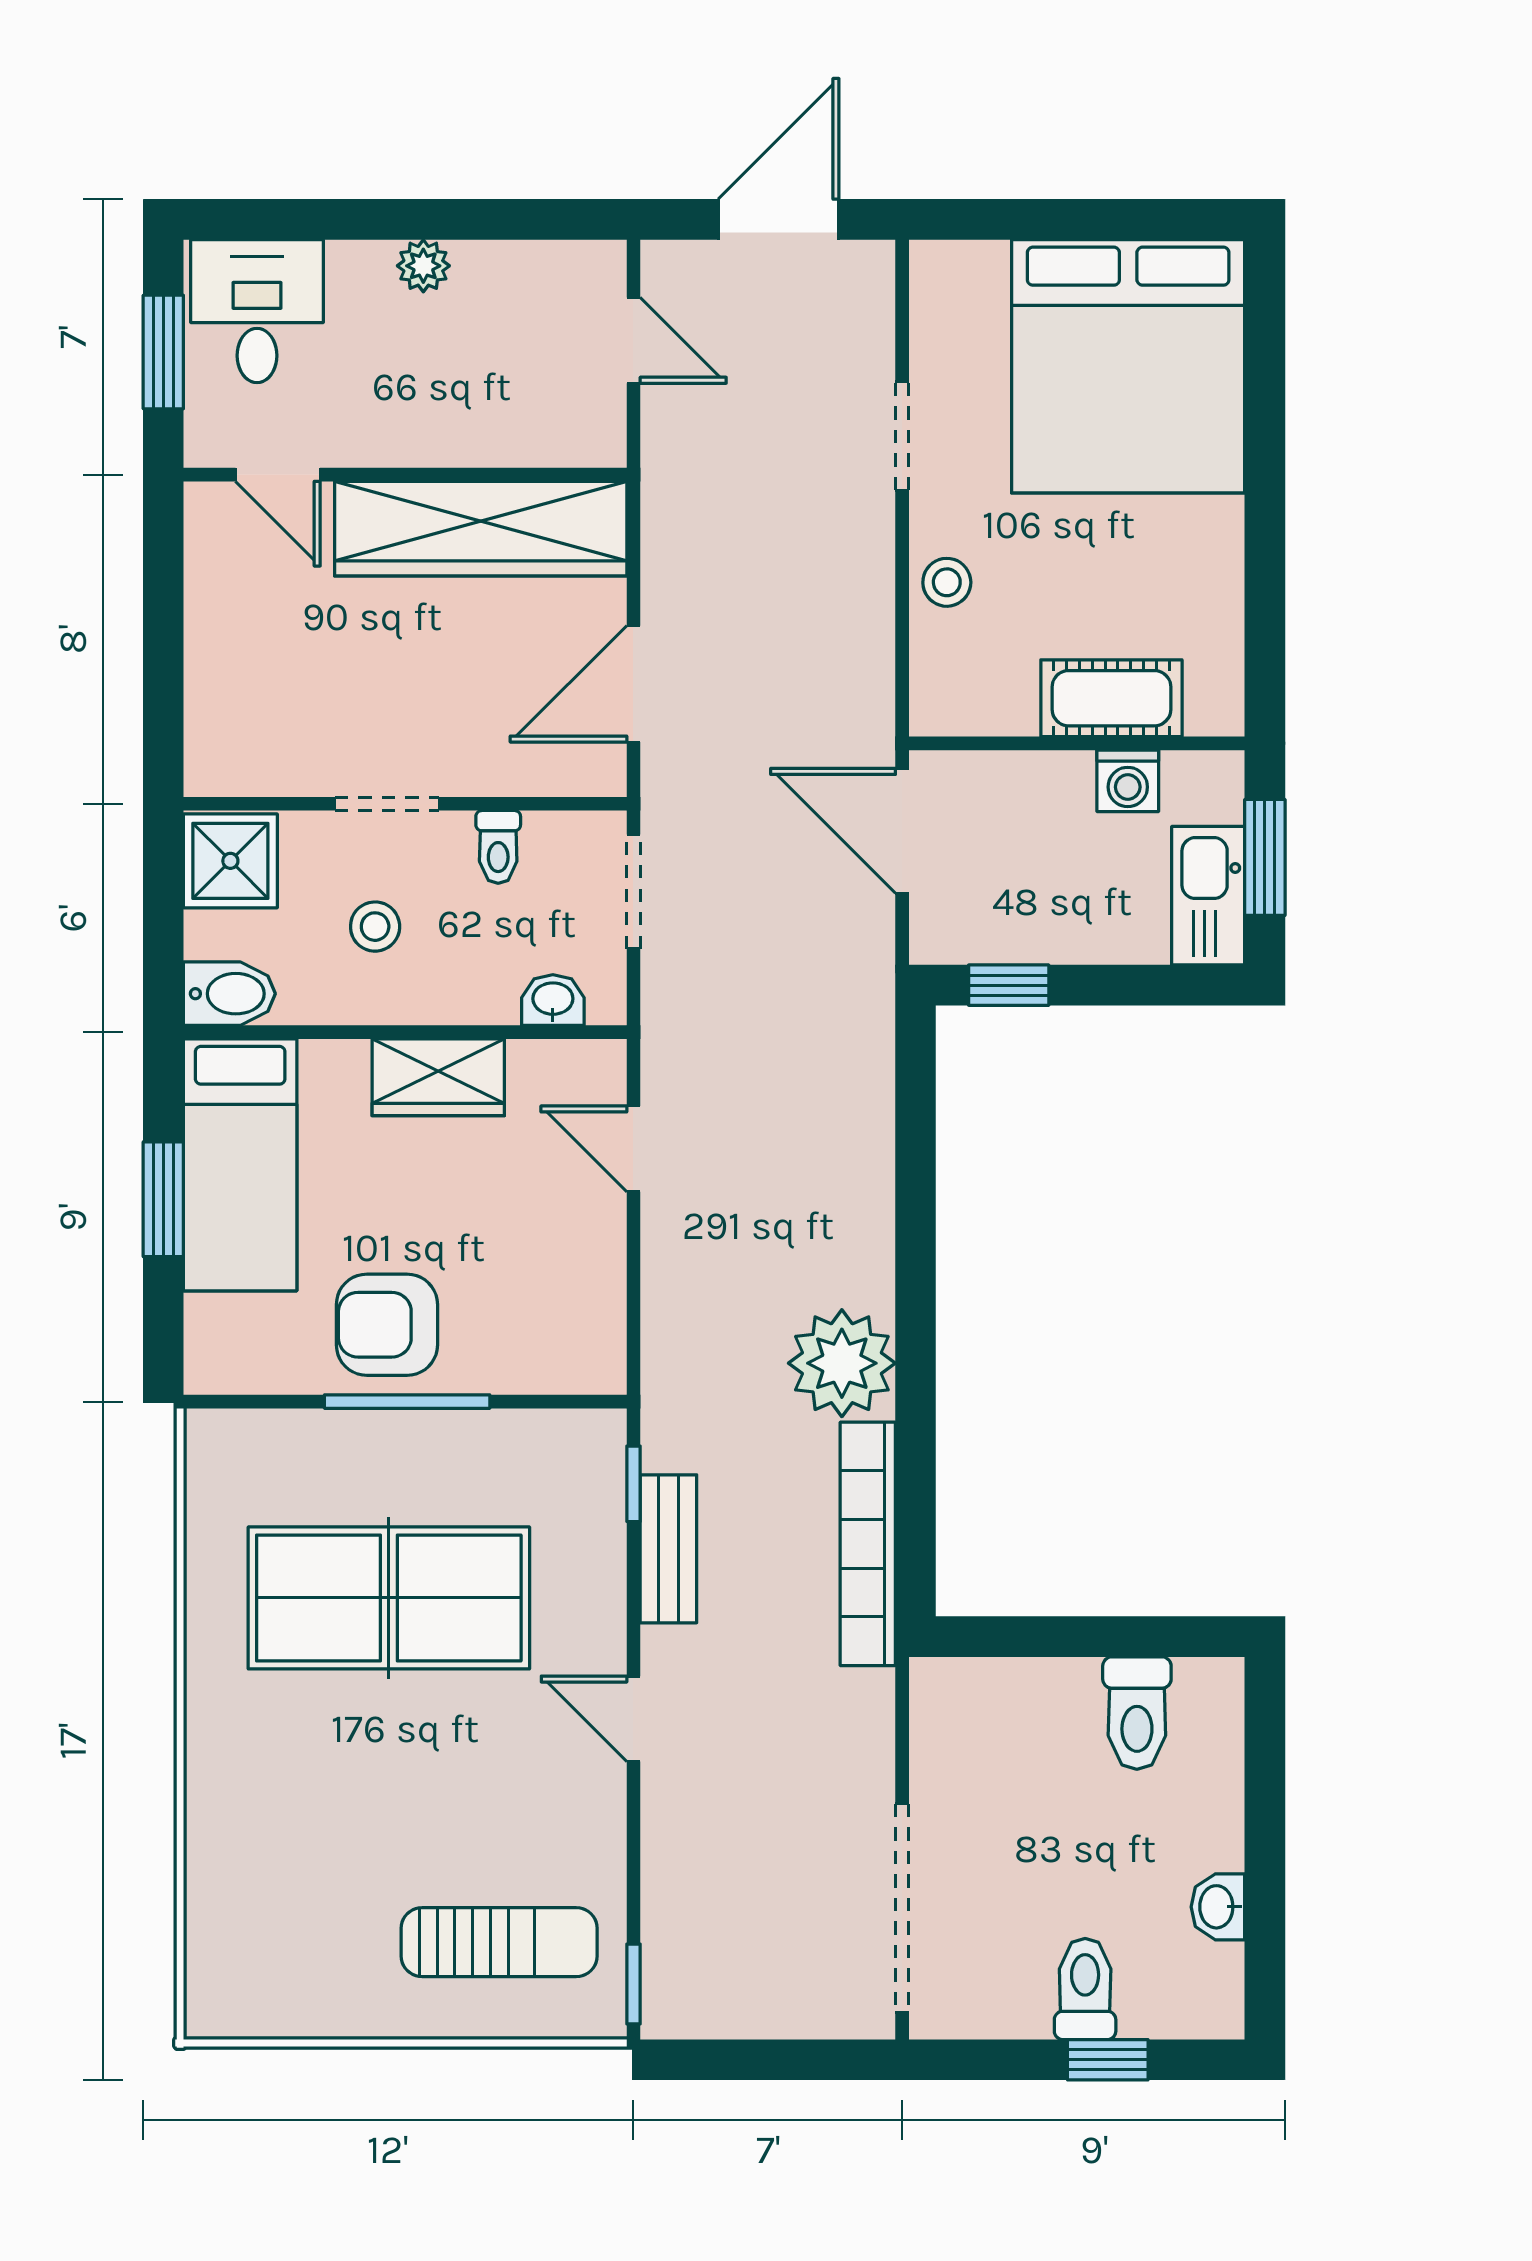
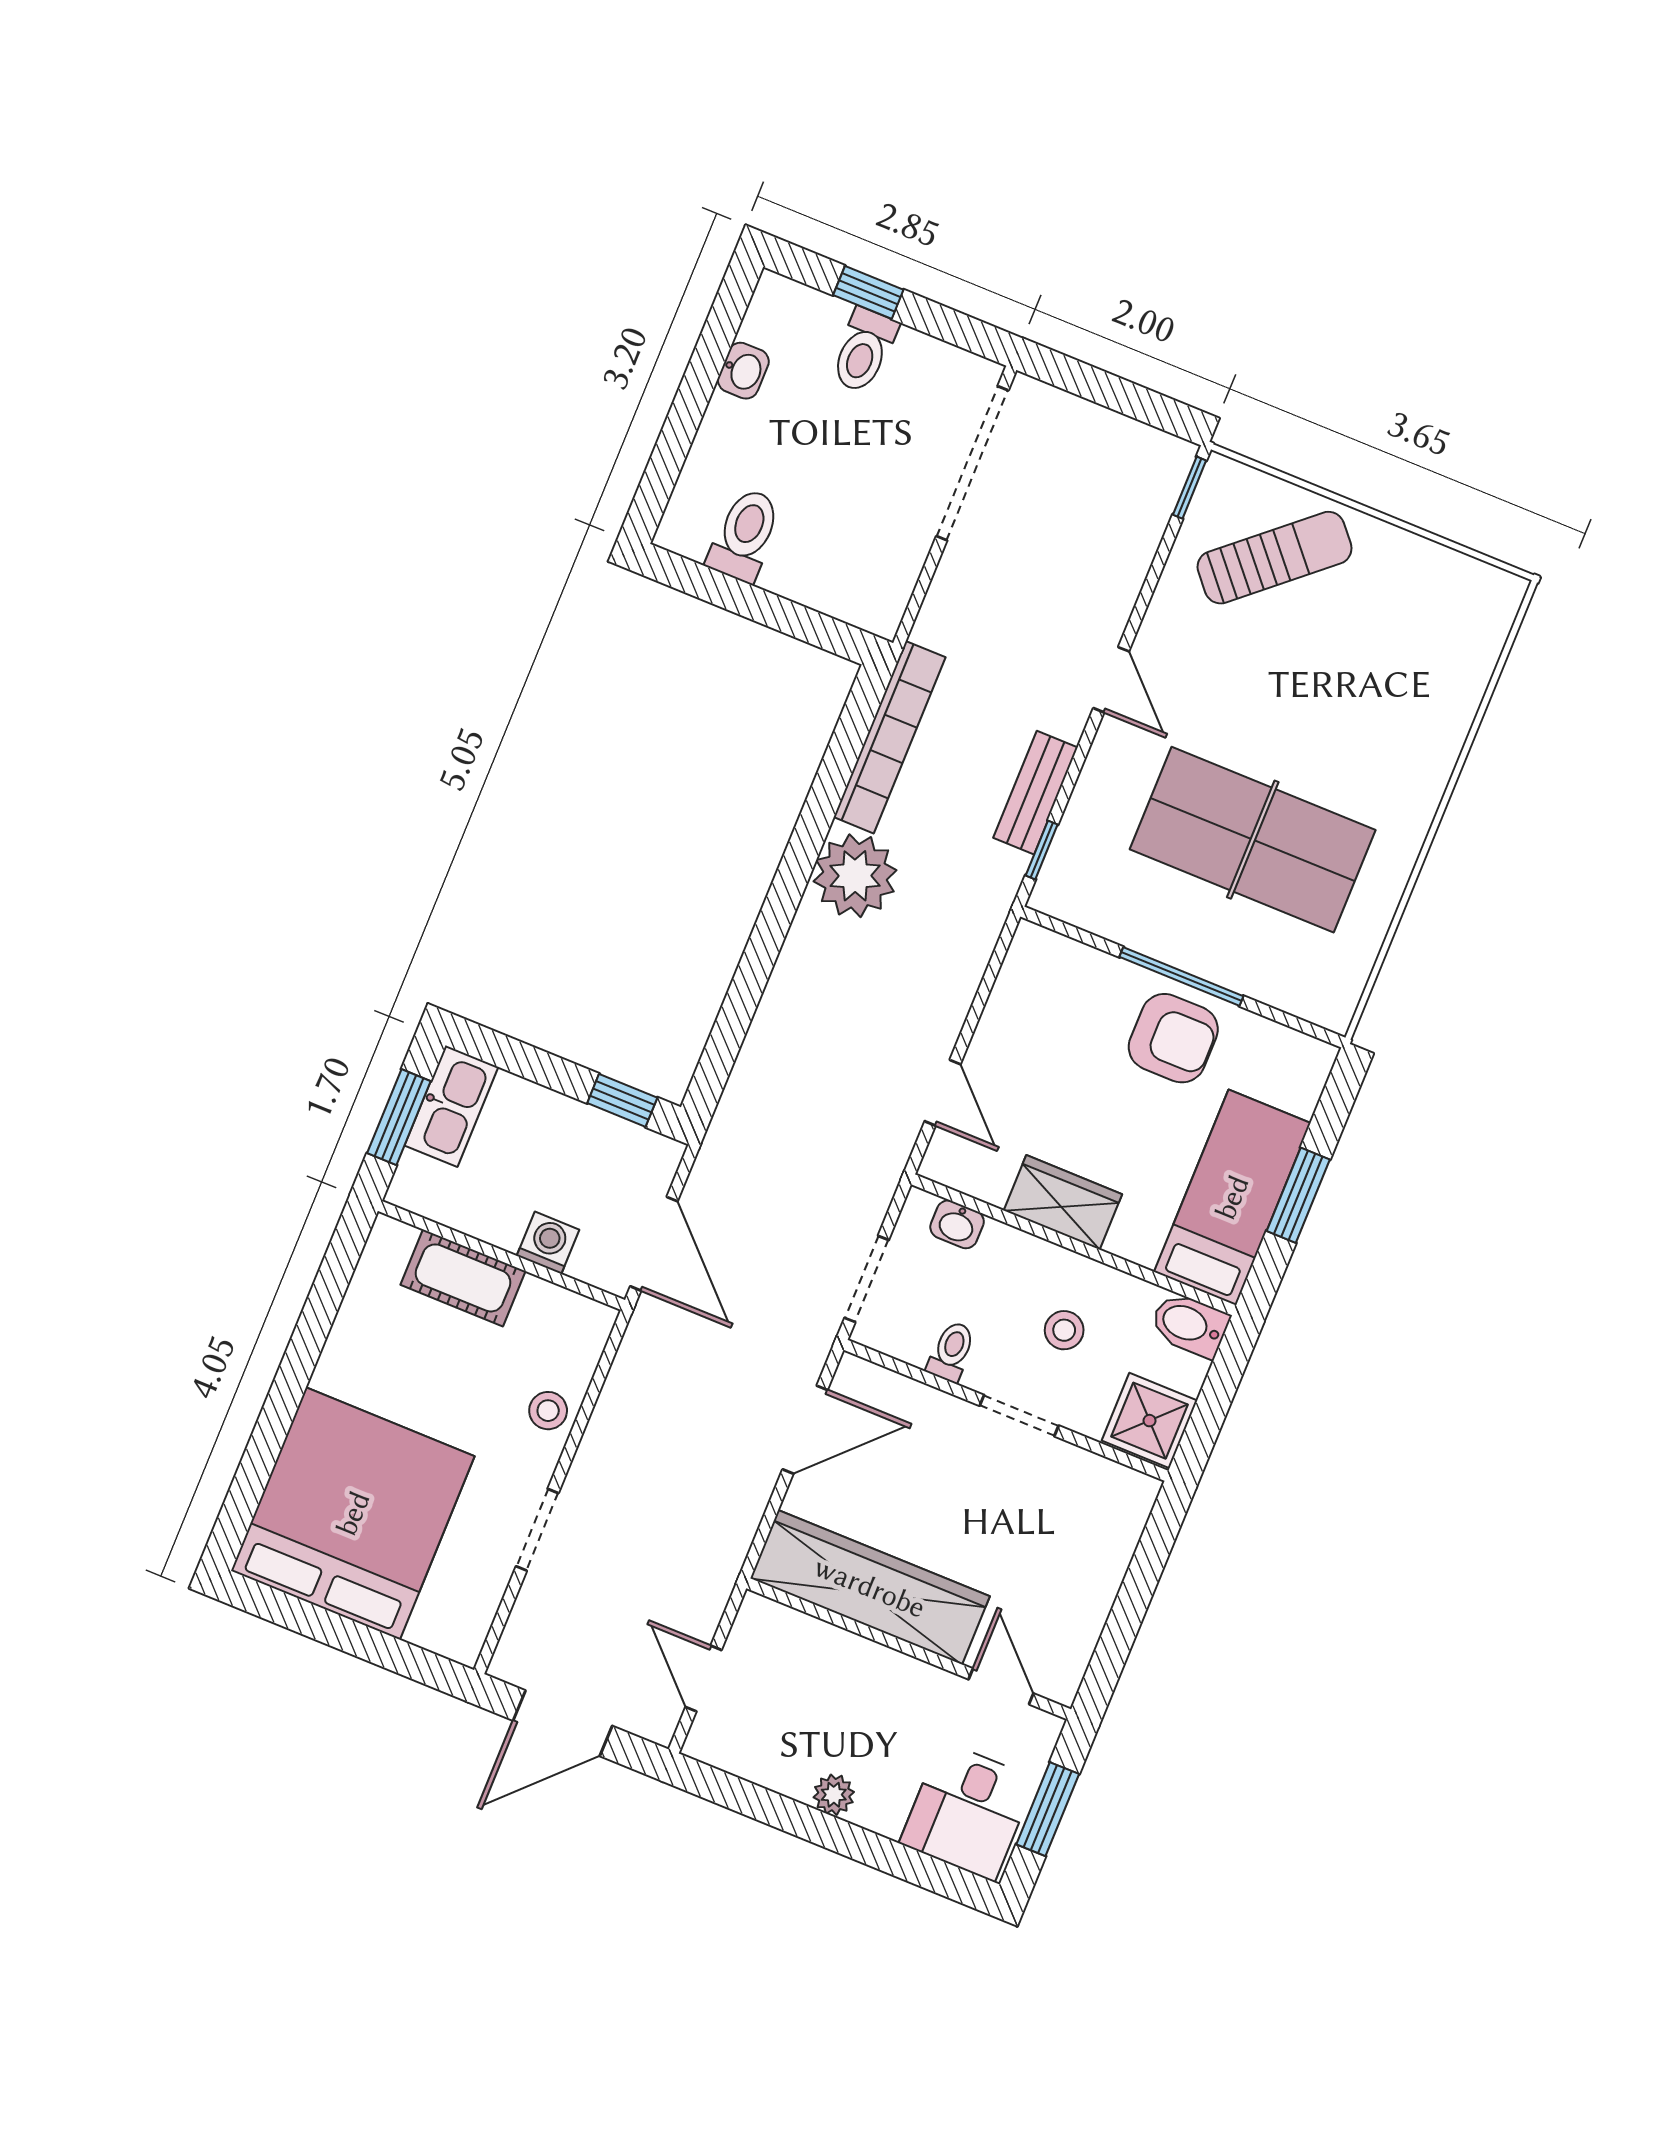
washing machine: (1128, 781) -> (548, 1243), moved
sun lounger: (499, 1942) -> (1275, 558), turned 139

